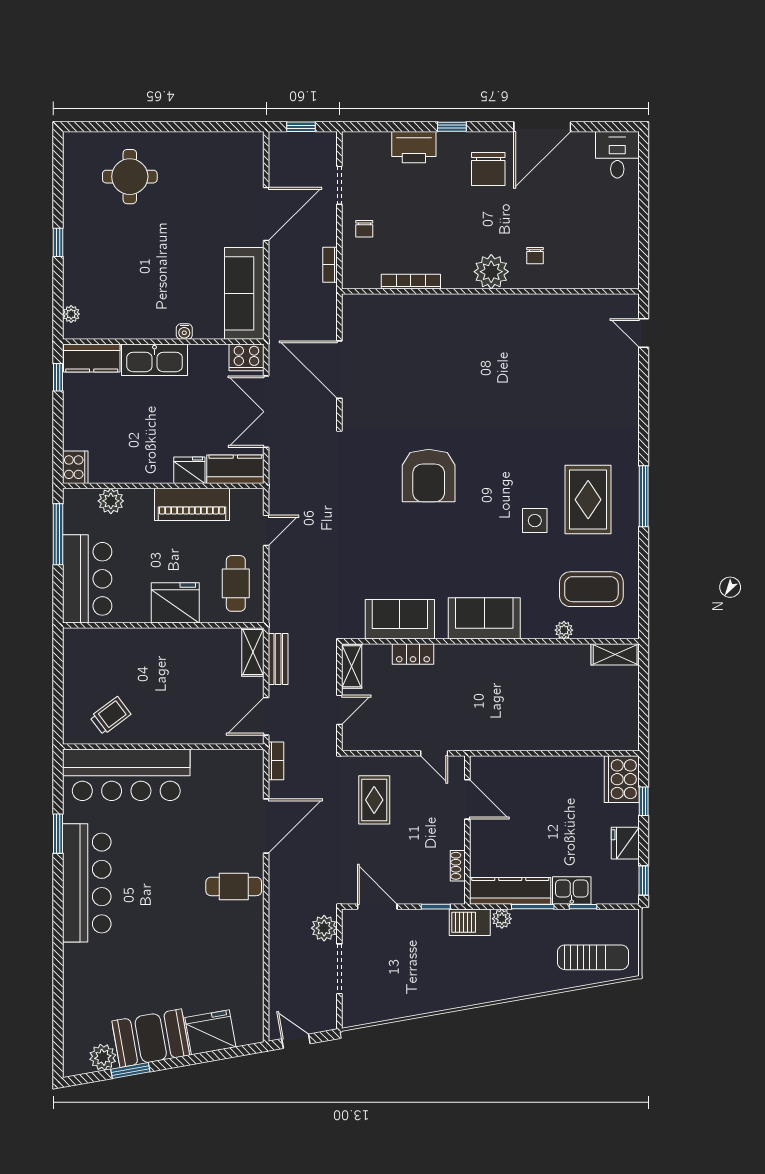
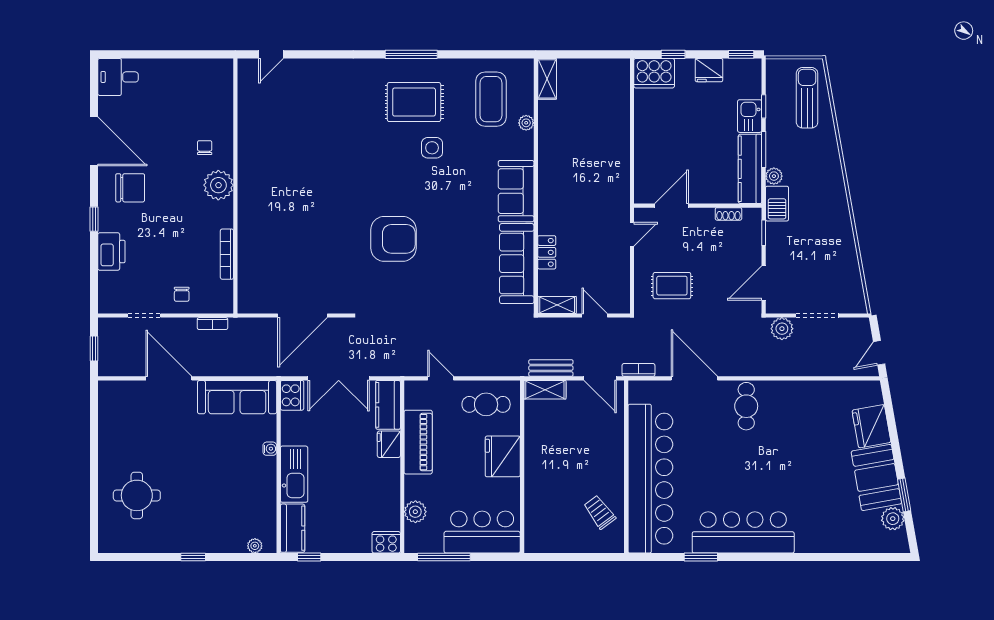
chair: (364, 229) -> (182, 294), turned 90
chair: (535, 256) -> (205, 148), turned -90
sofa: (400, 619) -> (517, 264), width x1.36
bar counter: (126, 775) -> (650, 479), width x1.36

